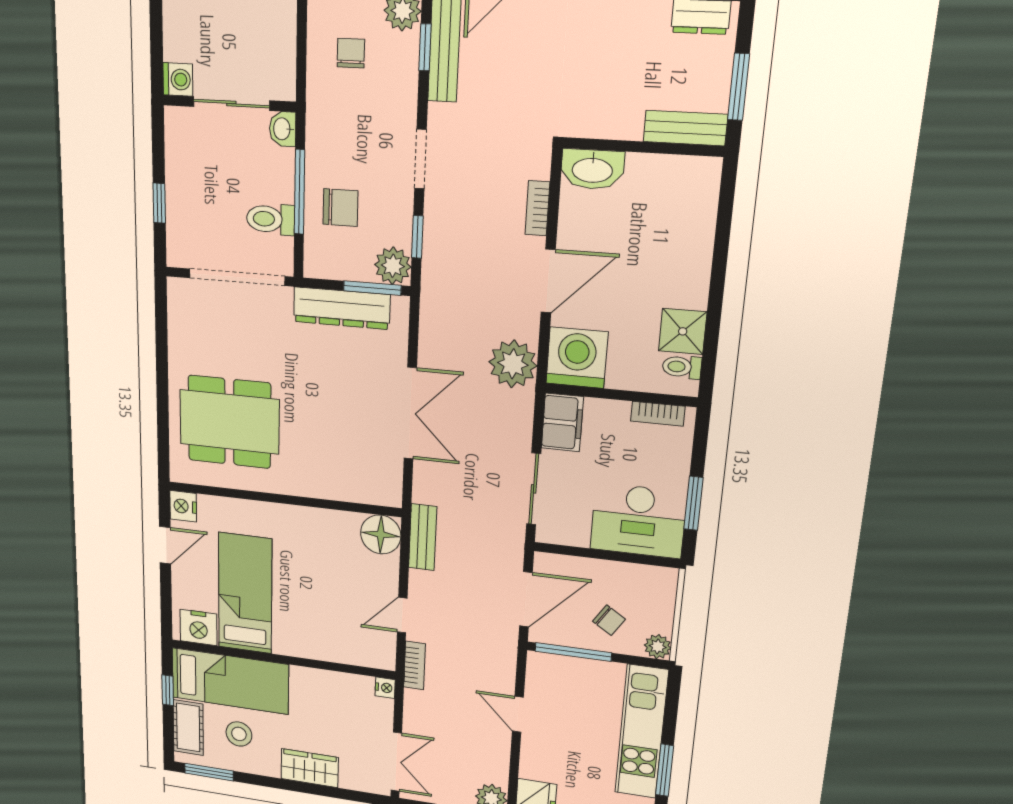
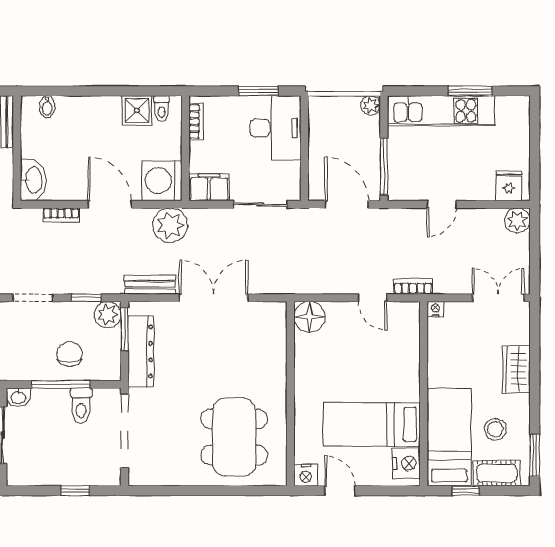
bidet: (702, 198) -> (47, 107), added
bench: (423, 537) -> (150, 285), moved
chair: (609, 620) -> (355, 142), removed

